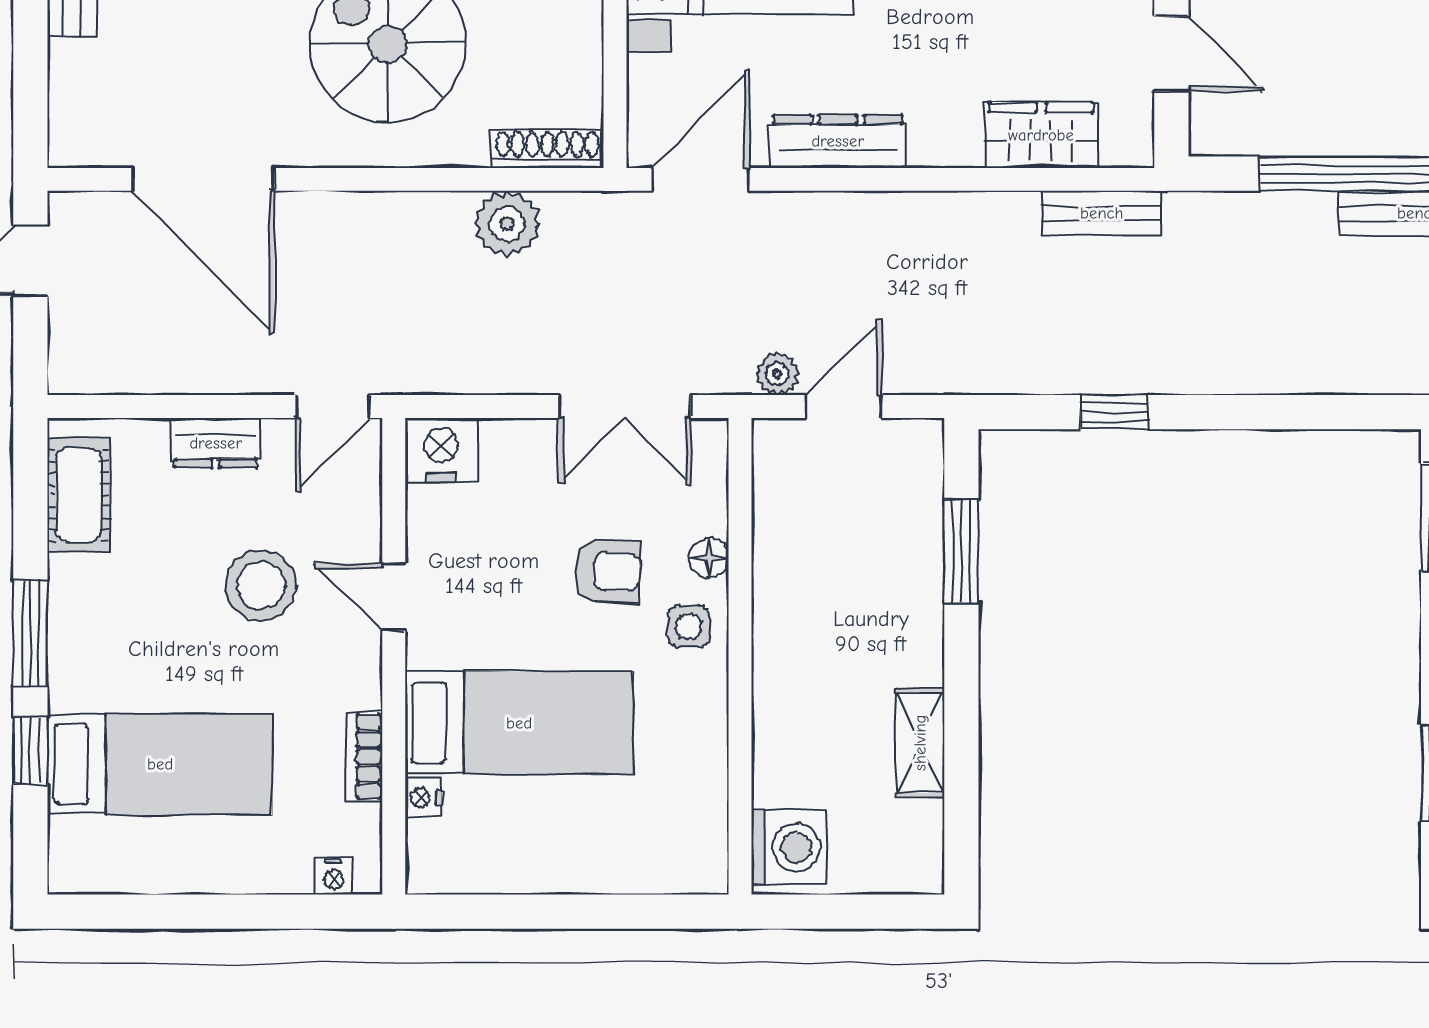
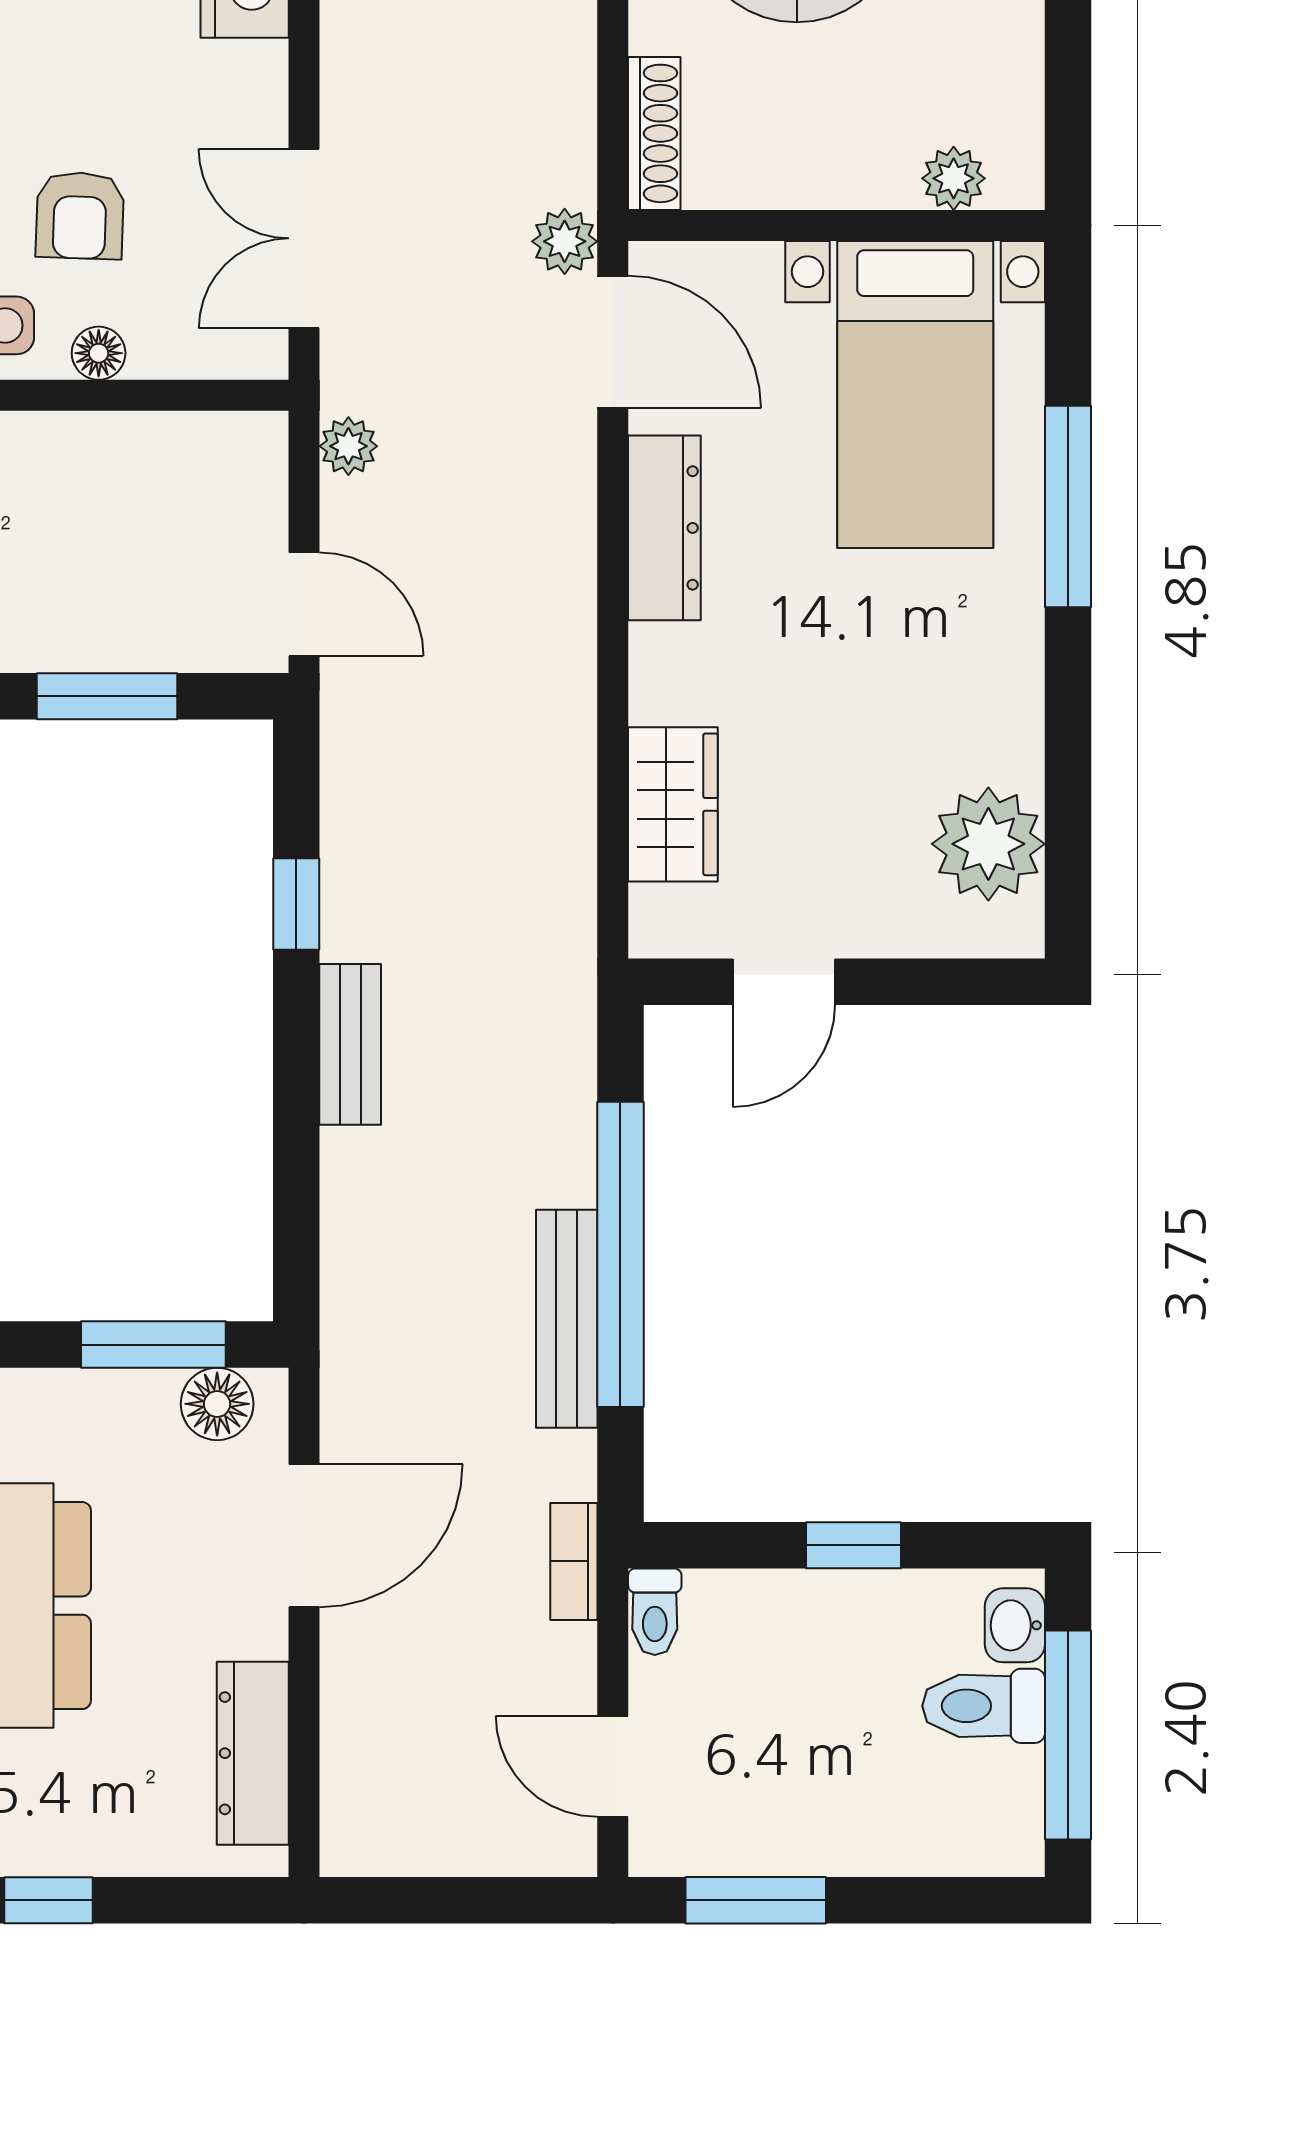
bench: (1102, 213) -> (350, 1044), moved
plant: (507, 224) -> (565, 241), moved, width x0.73, depth x0.73
door: (844, 406) -> (304, 604), moved

